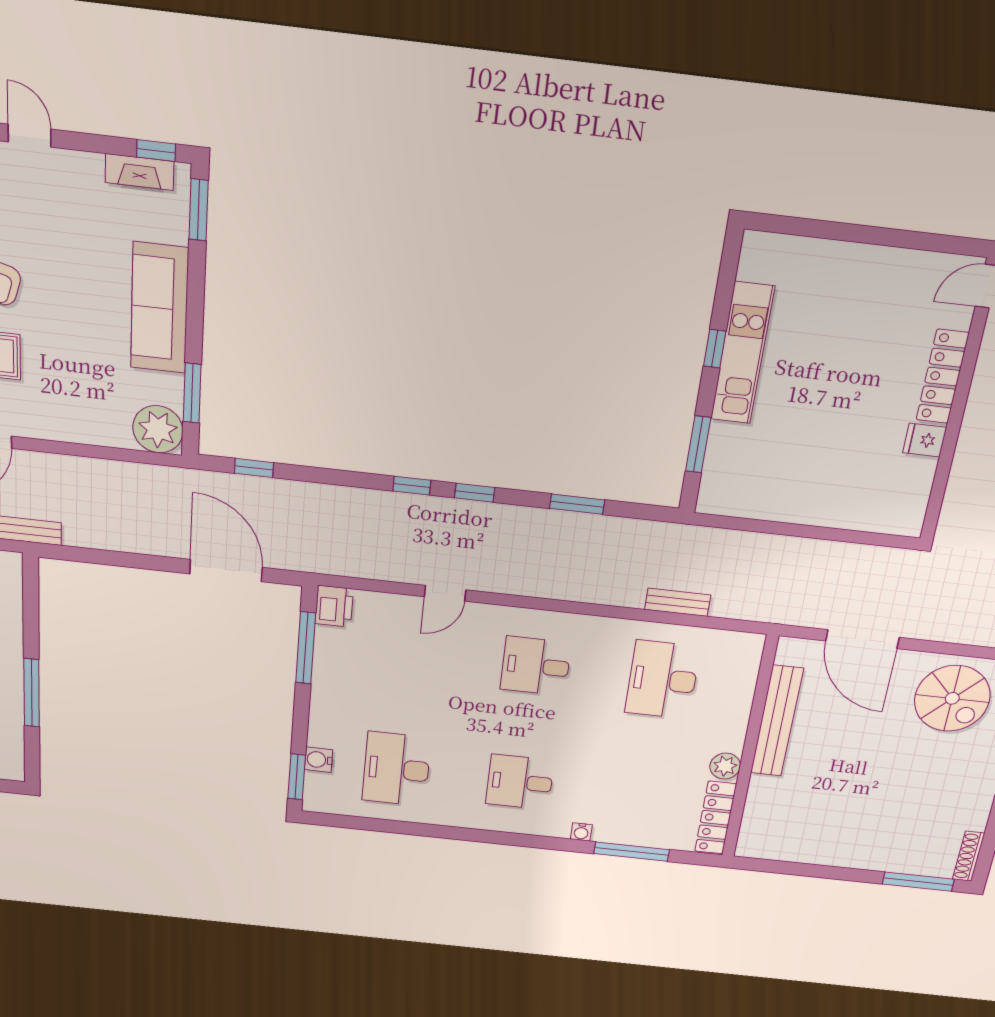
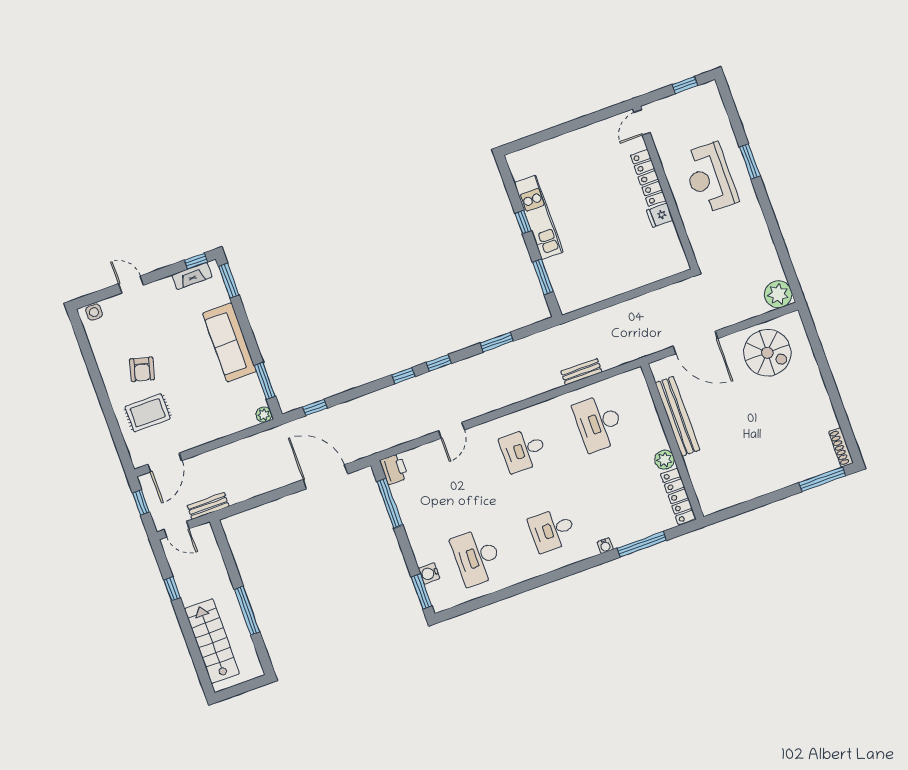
plant: (158, 429) -> (264, 415), width x0.53, depth x0.53

